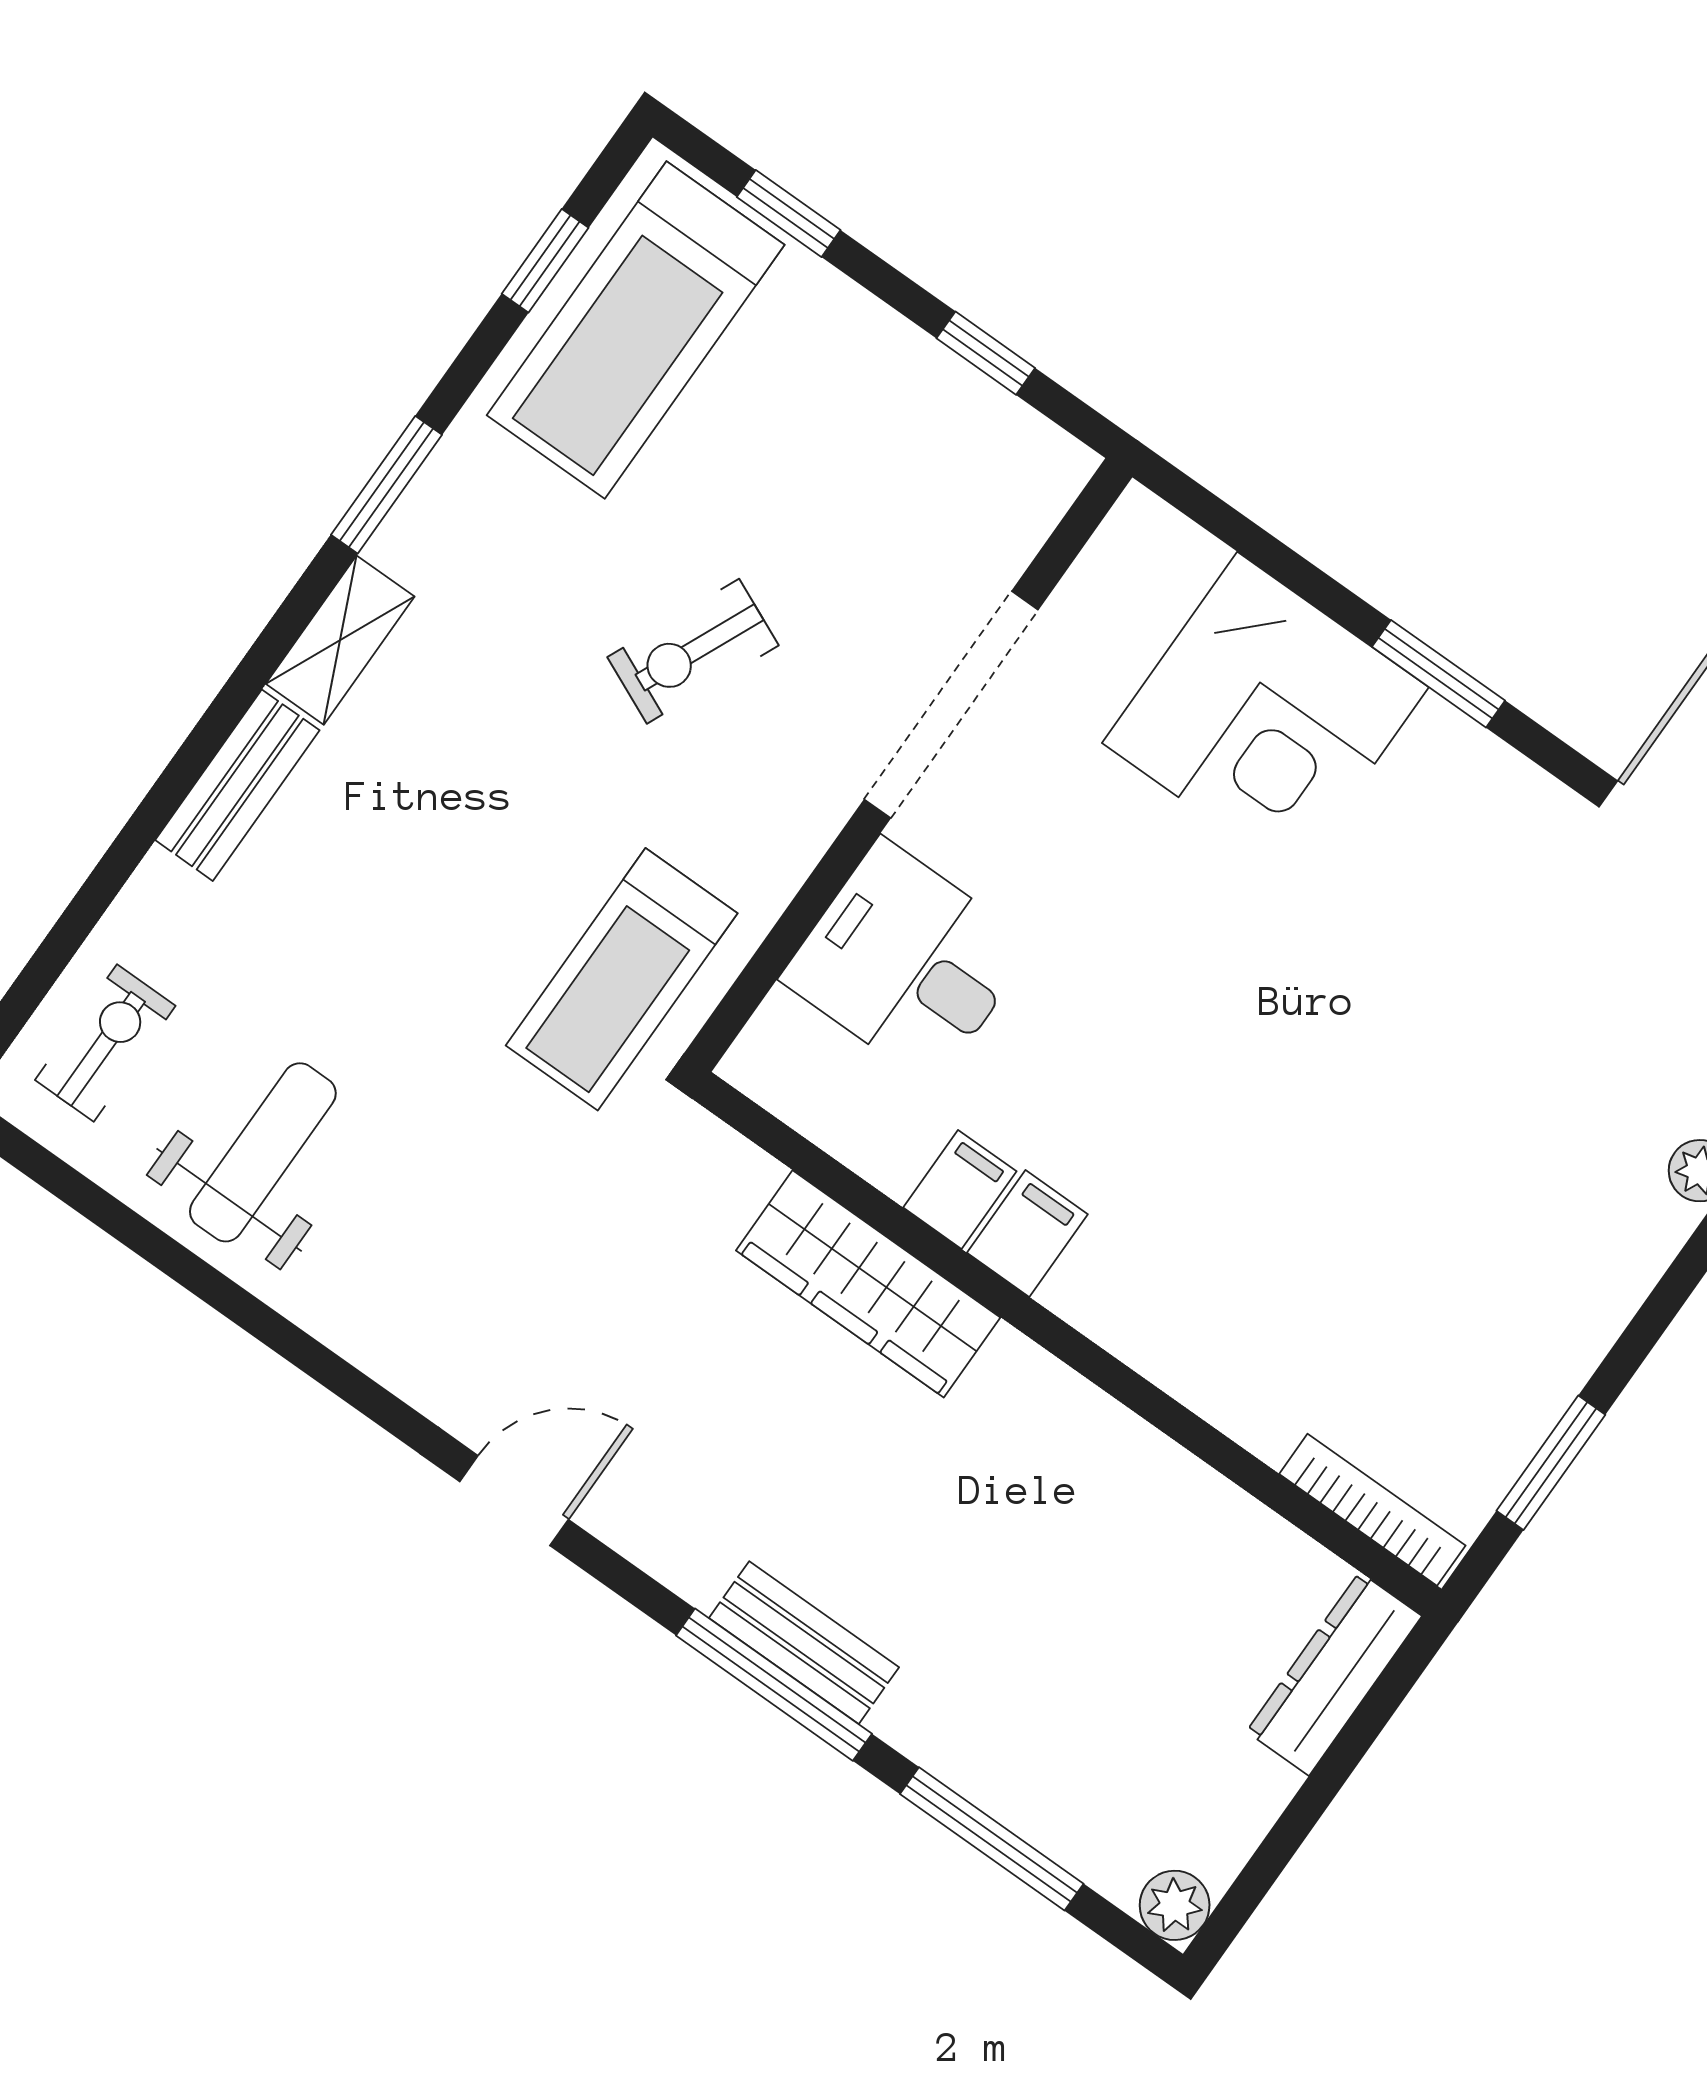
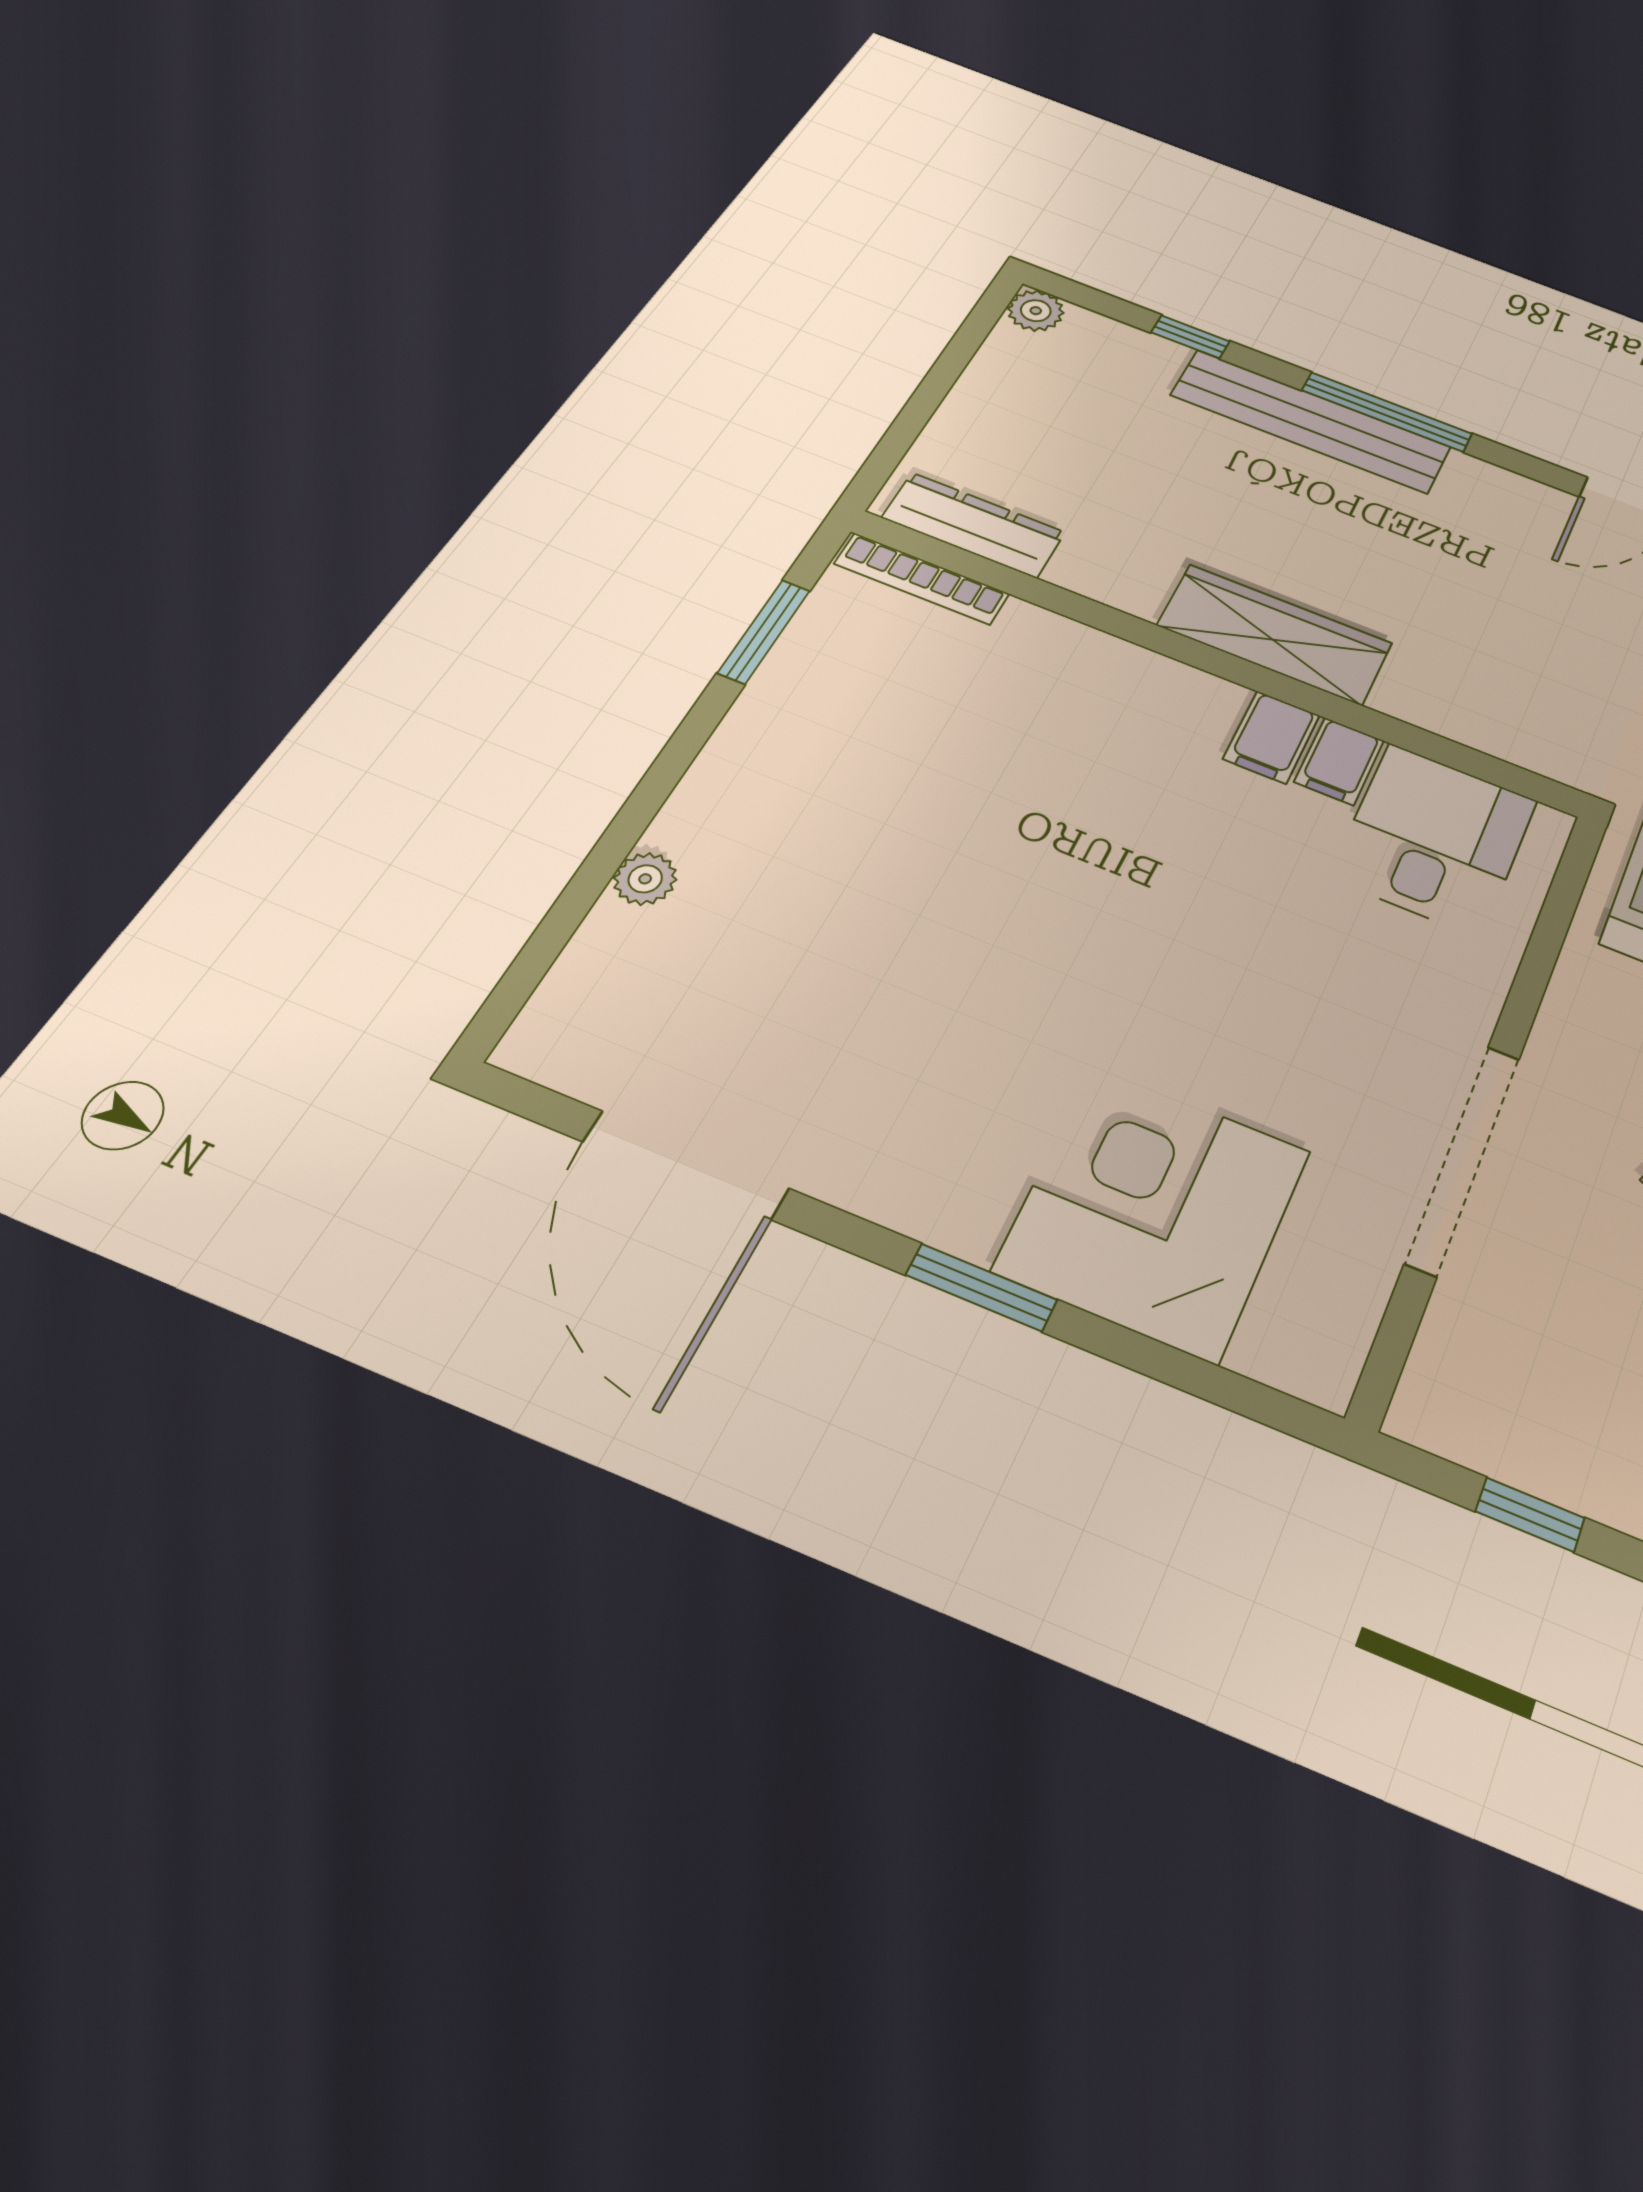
desk: (907, 962) -> (1434, 839), moved, turned -90
wardrobe: (868, 1284) -> (1275, 634), moved
bench: (804, 1643) -> (1311, 421), width x1.86, depth x1.21
dresser: (1334, 1674) -> (974, 525), moved, turned -90
window: (992, 1839) -> (1190, 337), width x0.46

